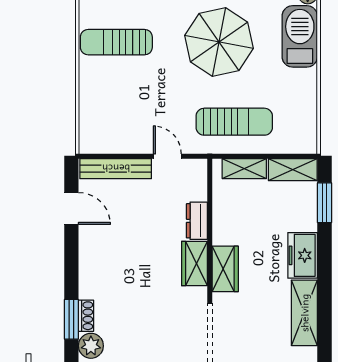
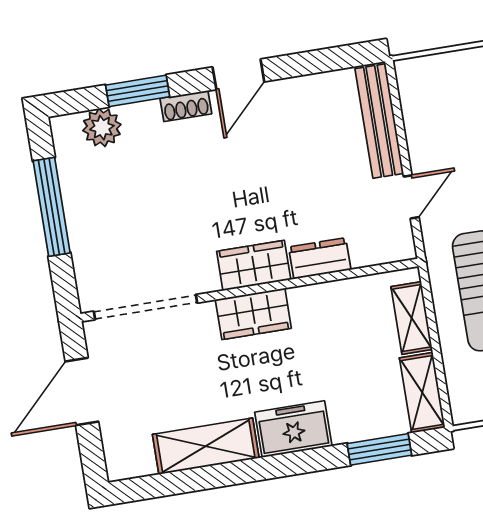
door: (71, 208) -> (238, 74), moved
shoe rack: (86, 316) -> (186, 106), moved

